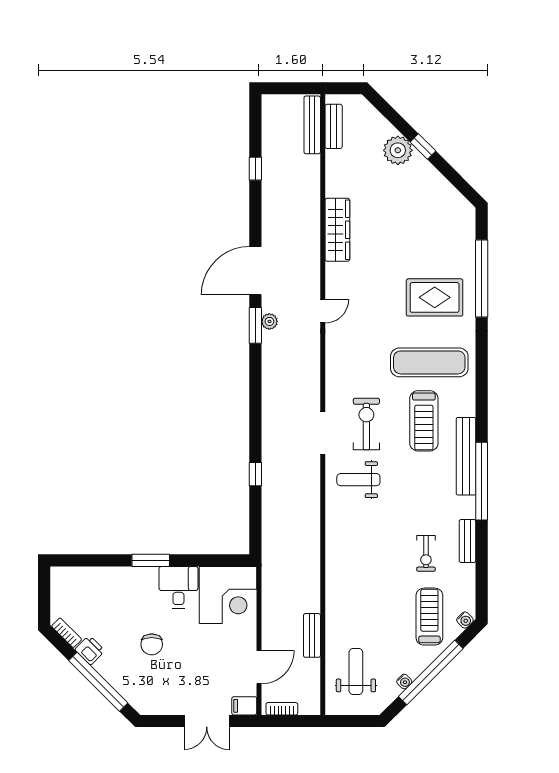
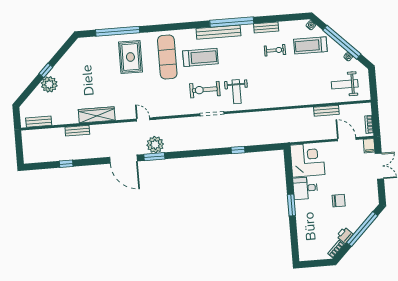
bench: (312, 125) -> (77, 131), moved, width x0.73
plant: (269, 321) -> (155, 145), width x1.88, depth x1.88

